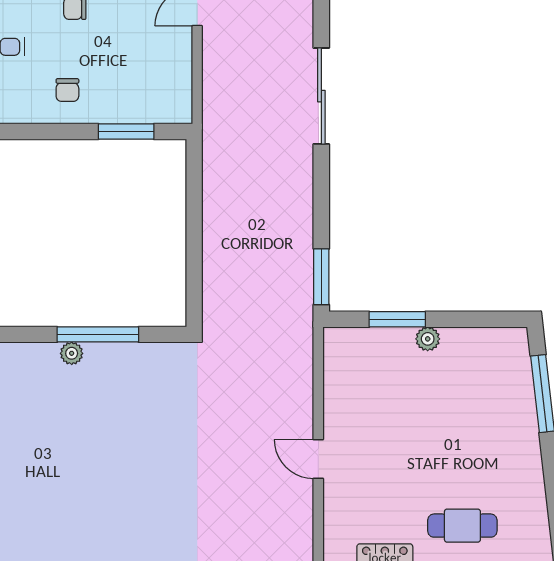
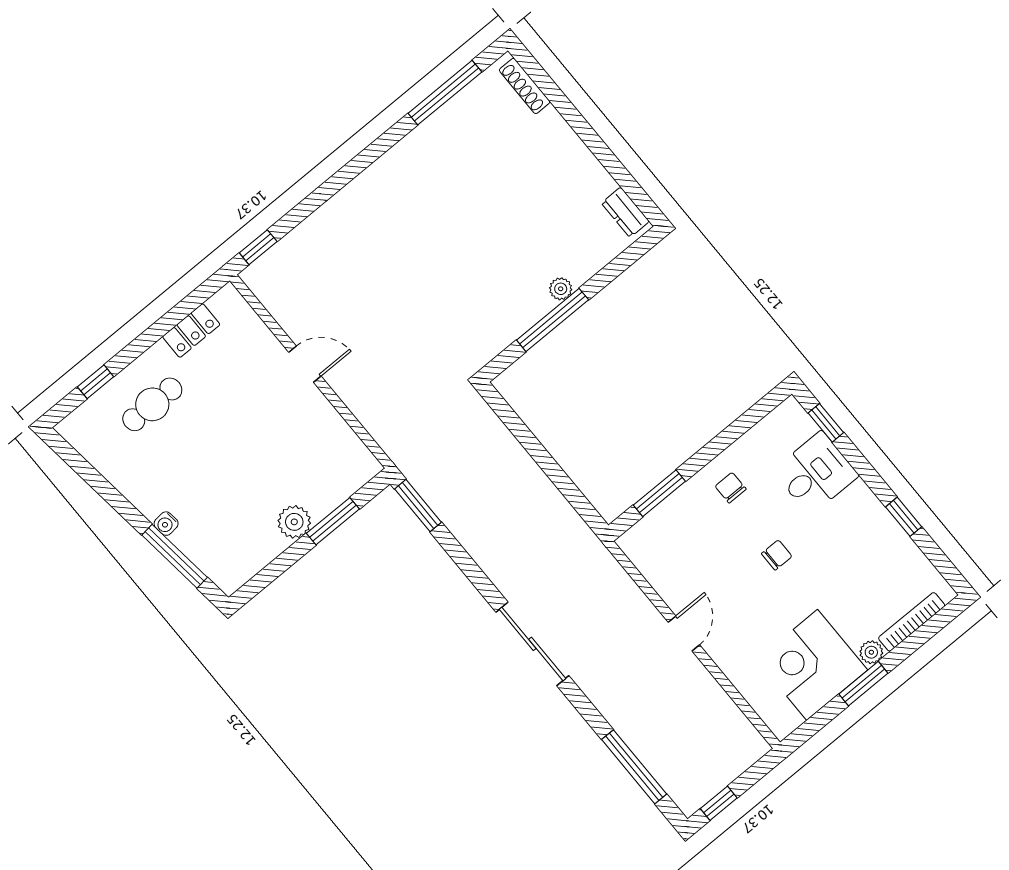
plant: (428, 339) -> (294, 522), width x1.38, depth x1.38
water cooler: (528, 424) -> (166, 524), added

